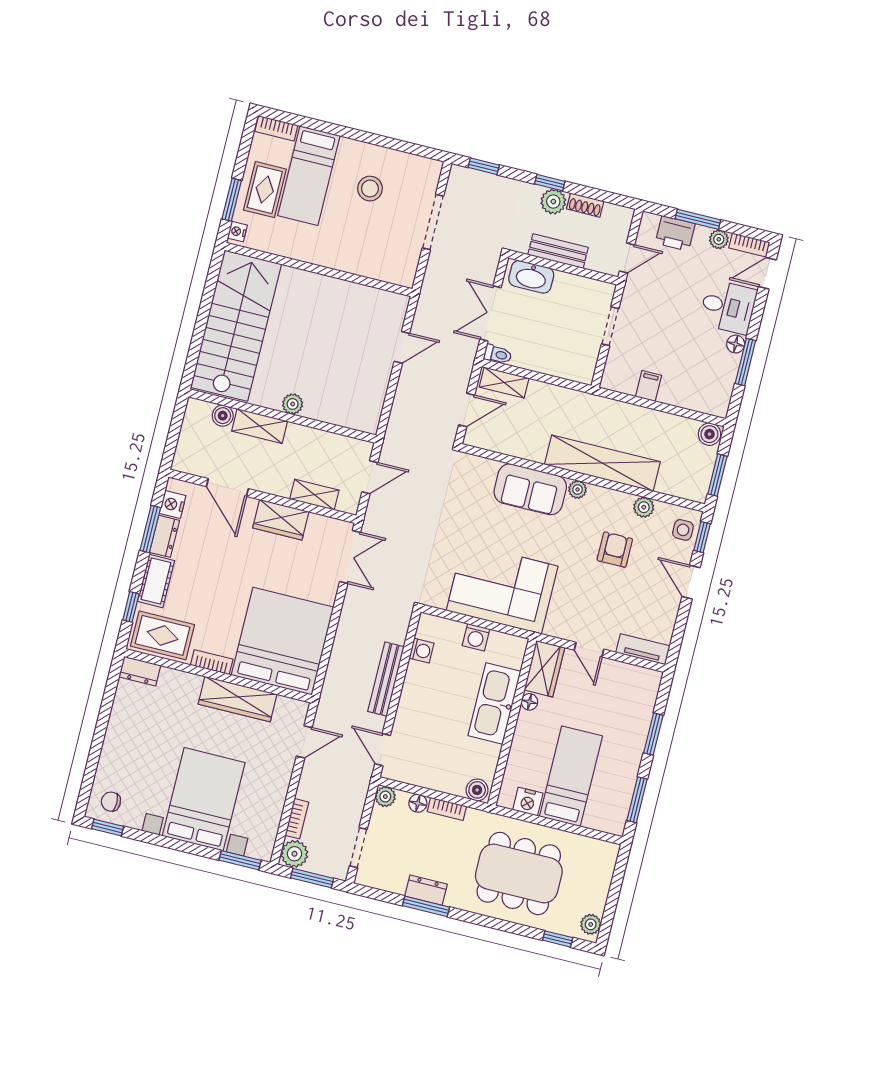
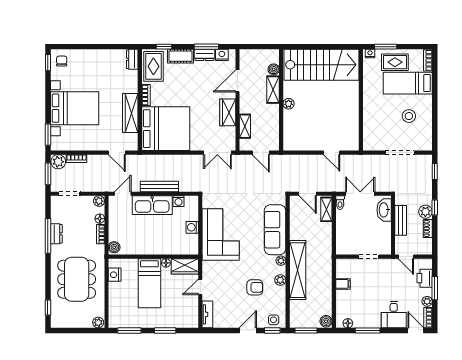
floor lamp: (736, 344) -> (348, 323), moved
sofa: (530, 489) -> (275, 230), width x1.36
plant: (644, 507) -> (280, 280), moved
kitchen sink: (494, 703) -> (152, 205), moved, turned 180
bed: (571, 776) -> (149, 283), moved, turned 90
window: (426, 906) -> (48, 236), width x1.44
plant: (591, 924) -> (98, 323), moved

